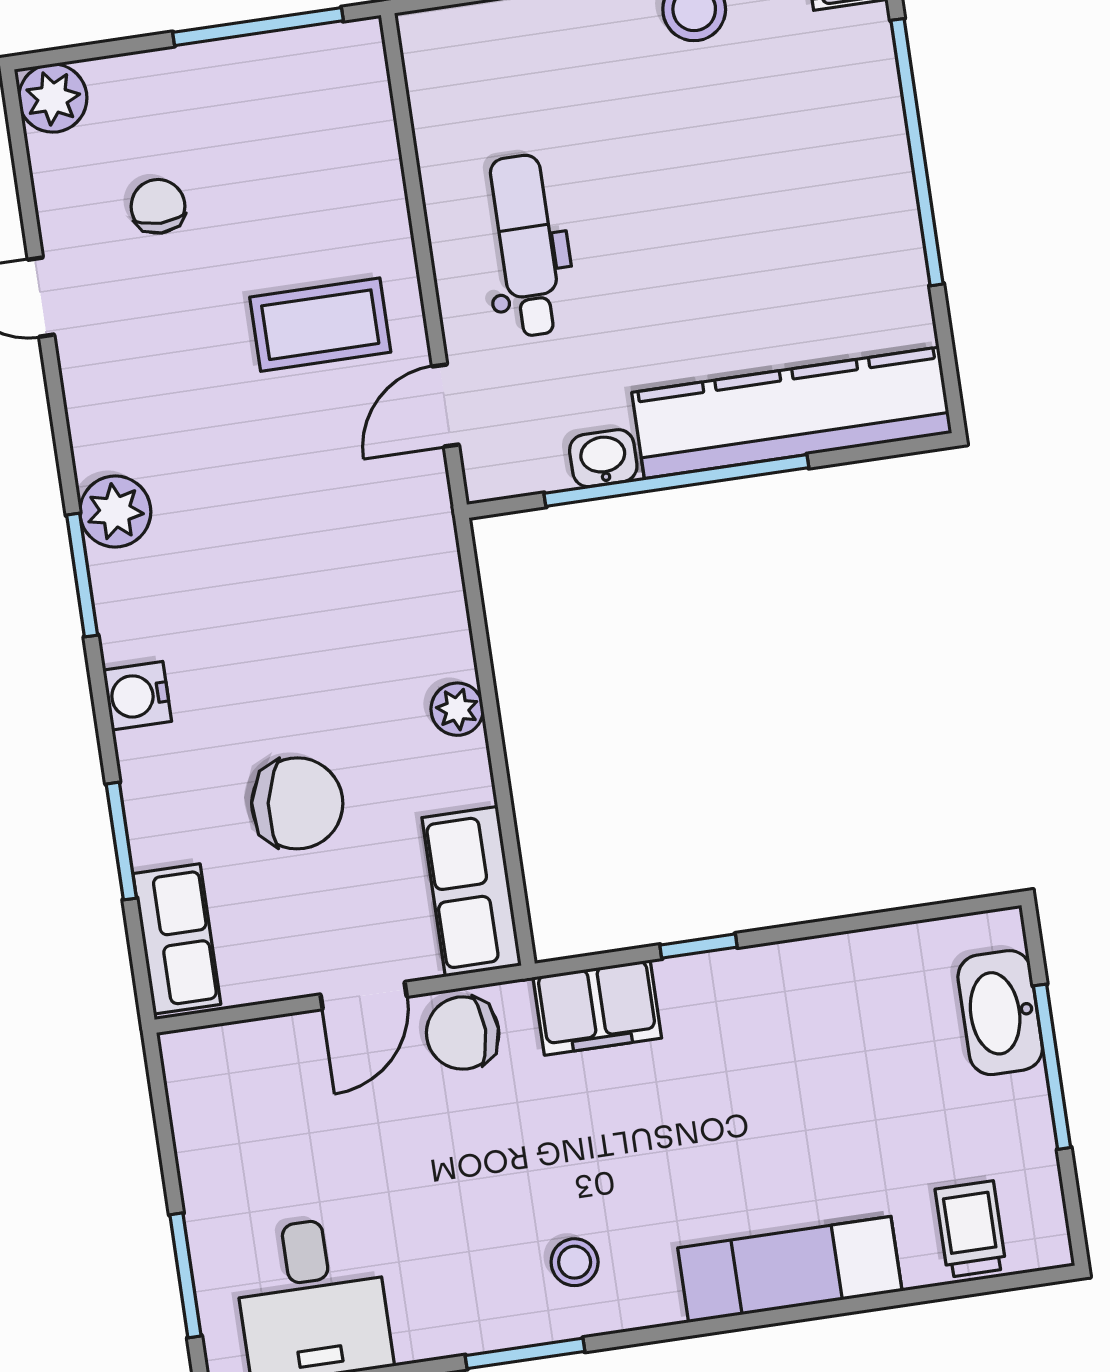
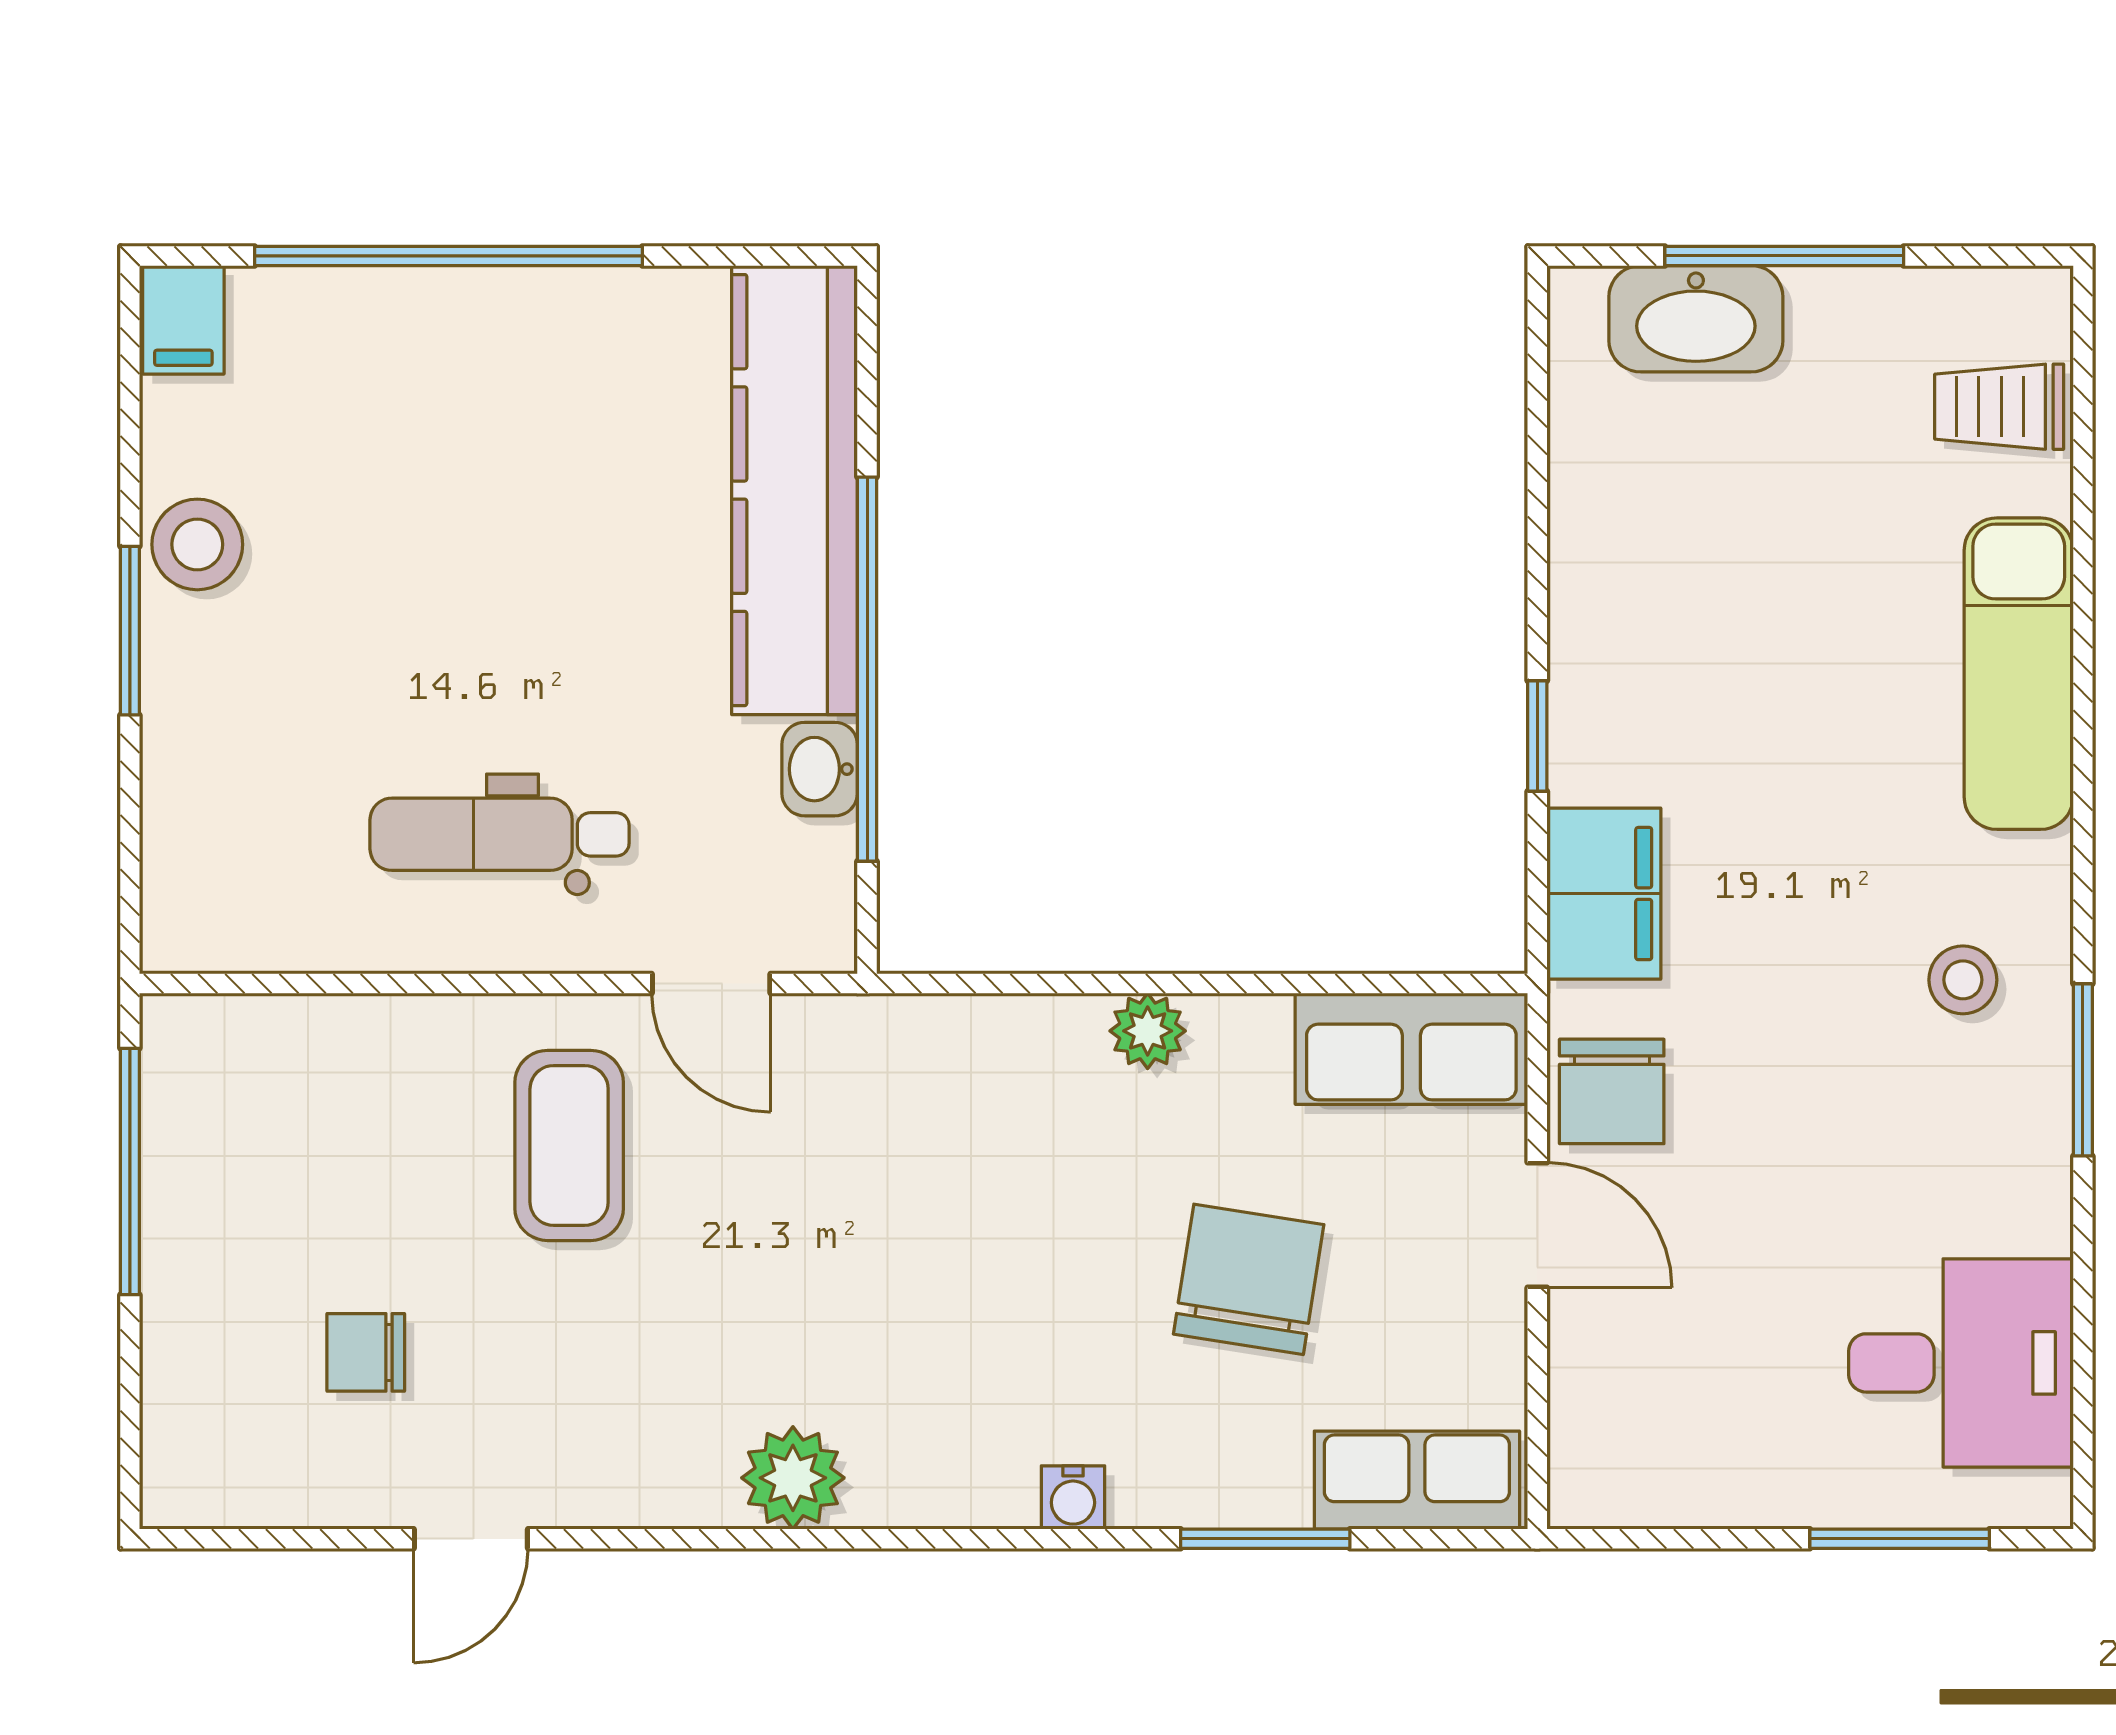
plant: (53, 98) -> (189, 1480), removed
window: (82, 575) -> (877, 1539), removed
water cooler: (137, 696) -> (1073, 1497), width x0.72, depth x0.72

